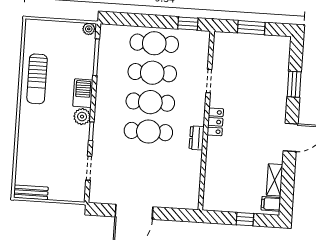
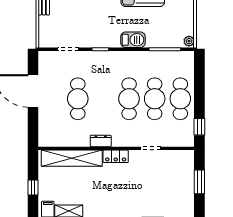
plant: (82, 117) -> (113, 40), removed
cafe table: (148, 132) -> (78, 99), moved
shelving: (214, 172) -> (72, 158), added

